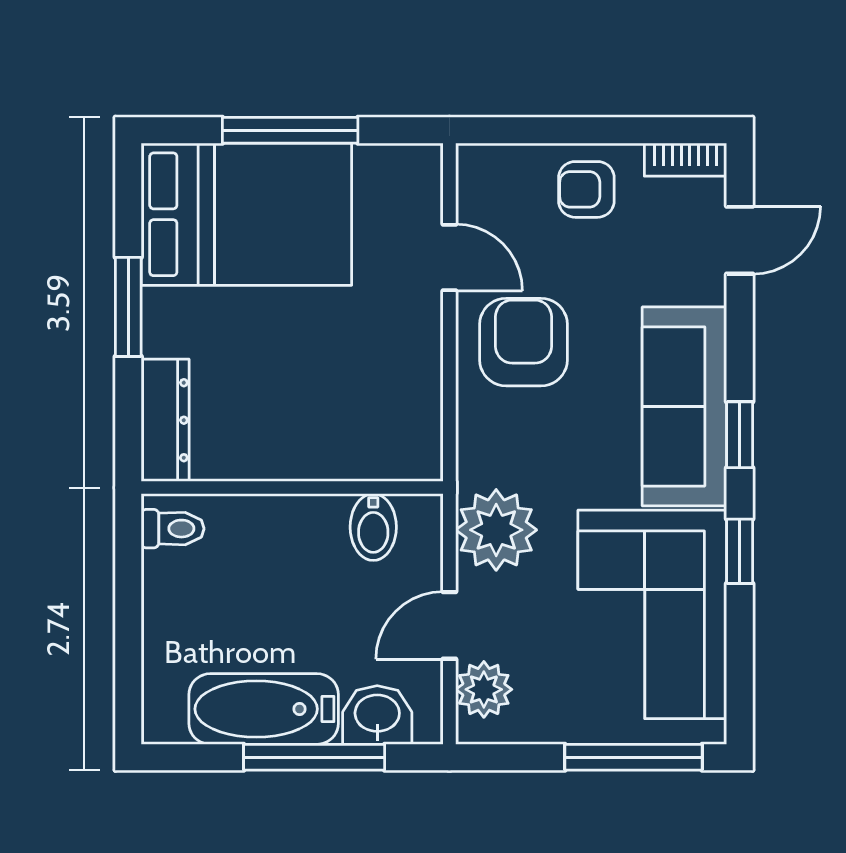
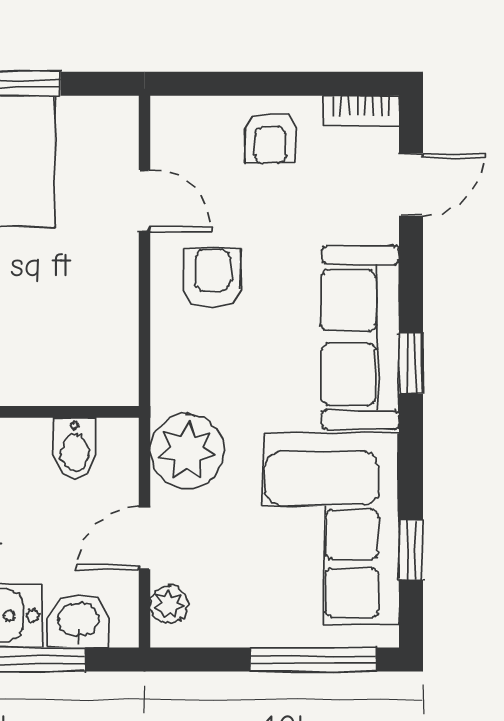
armchair: (586, 189) -> (270, 138), turned -90
armchair: (524, 342) -> (213, 278), width x0.72, depth x0.72
window: (740, 551) -> (411, 550), moved
plant: (484, 689) -> (169, 604), width x0.73, depth x0.73

